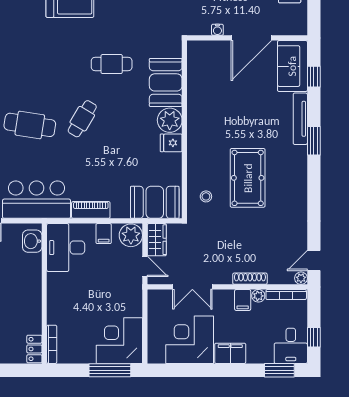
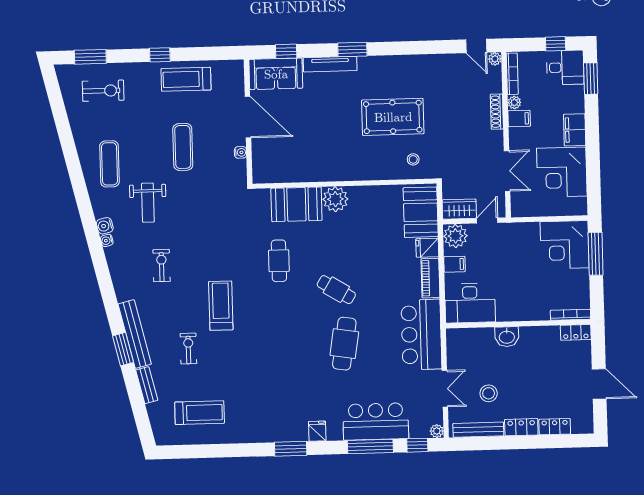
fridge: (171, 143) -> (427, 248), moved, turned 90
washbasin: (32, 241) -> (507, 337), moved

